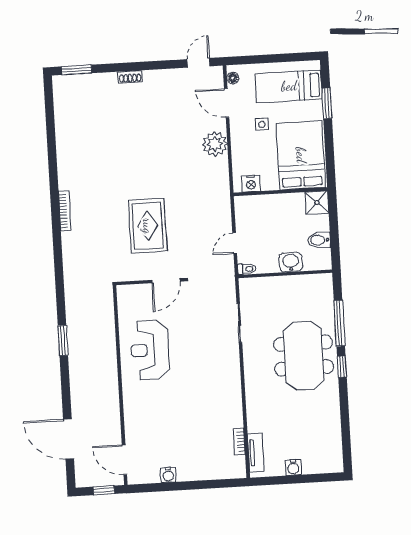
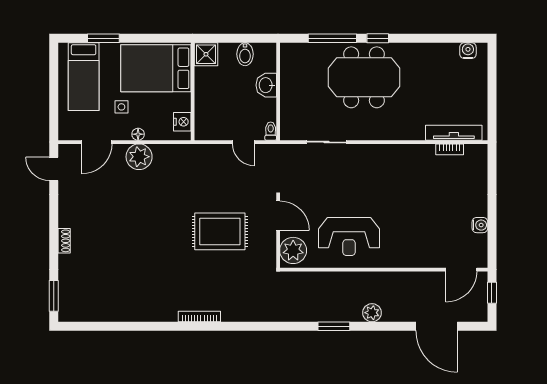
floor lamp: (233, 78) -> (138, 134), moved
plant: (133, 297) -> (293, 250), added
plant: (78, 376) -> (372, 313), added
door: (69, 439) -> (437, 326), hinge flipped
tv unit: (256, 453) -> (454, 133), width x1.41
water cooler: (293, 467) -> (468, 51), moved, turned -90

